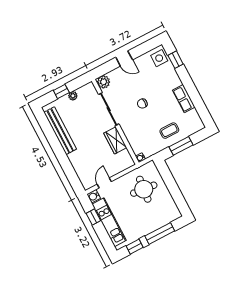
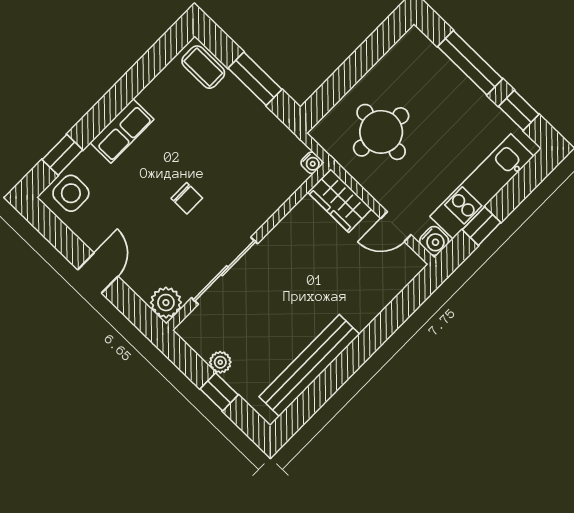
row of seats: (184, 99) -> (122, 131), moved
coffee table: (169, 131) -> (203, 67), moved
wardrobe: (115, 140) -> (340, 201), moved, turned 90

